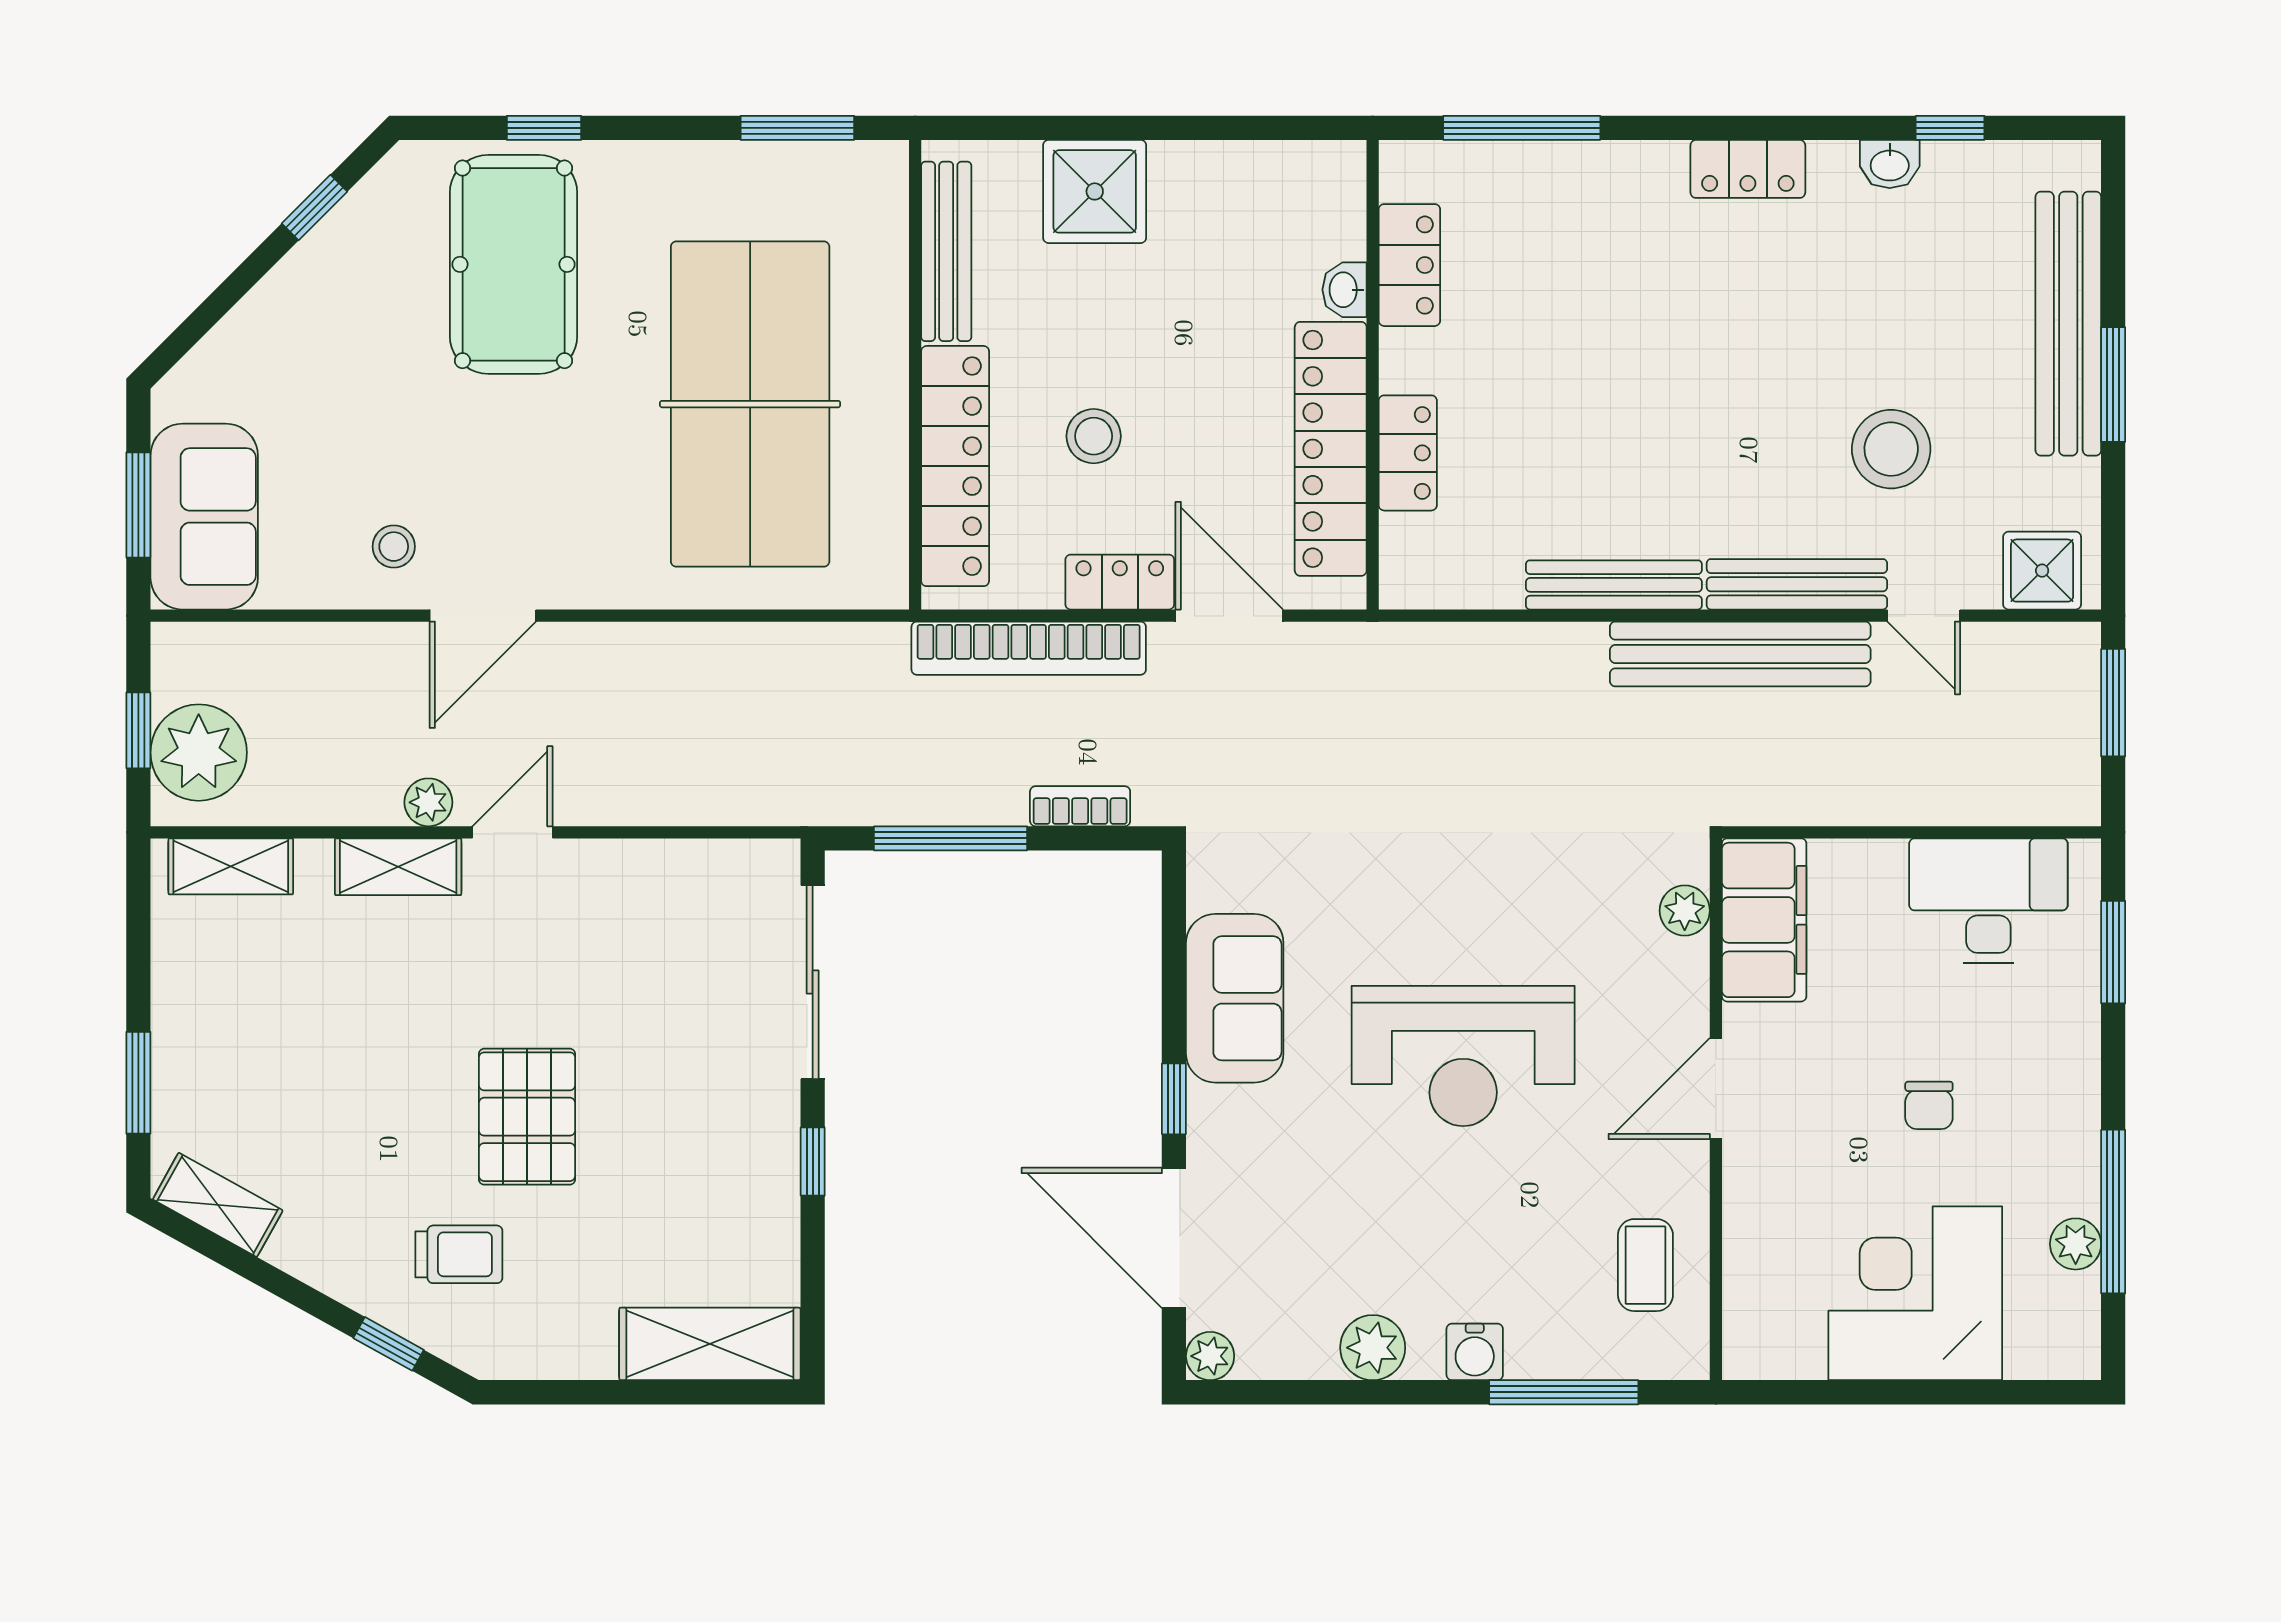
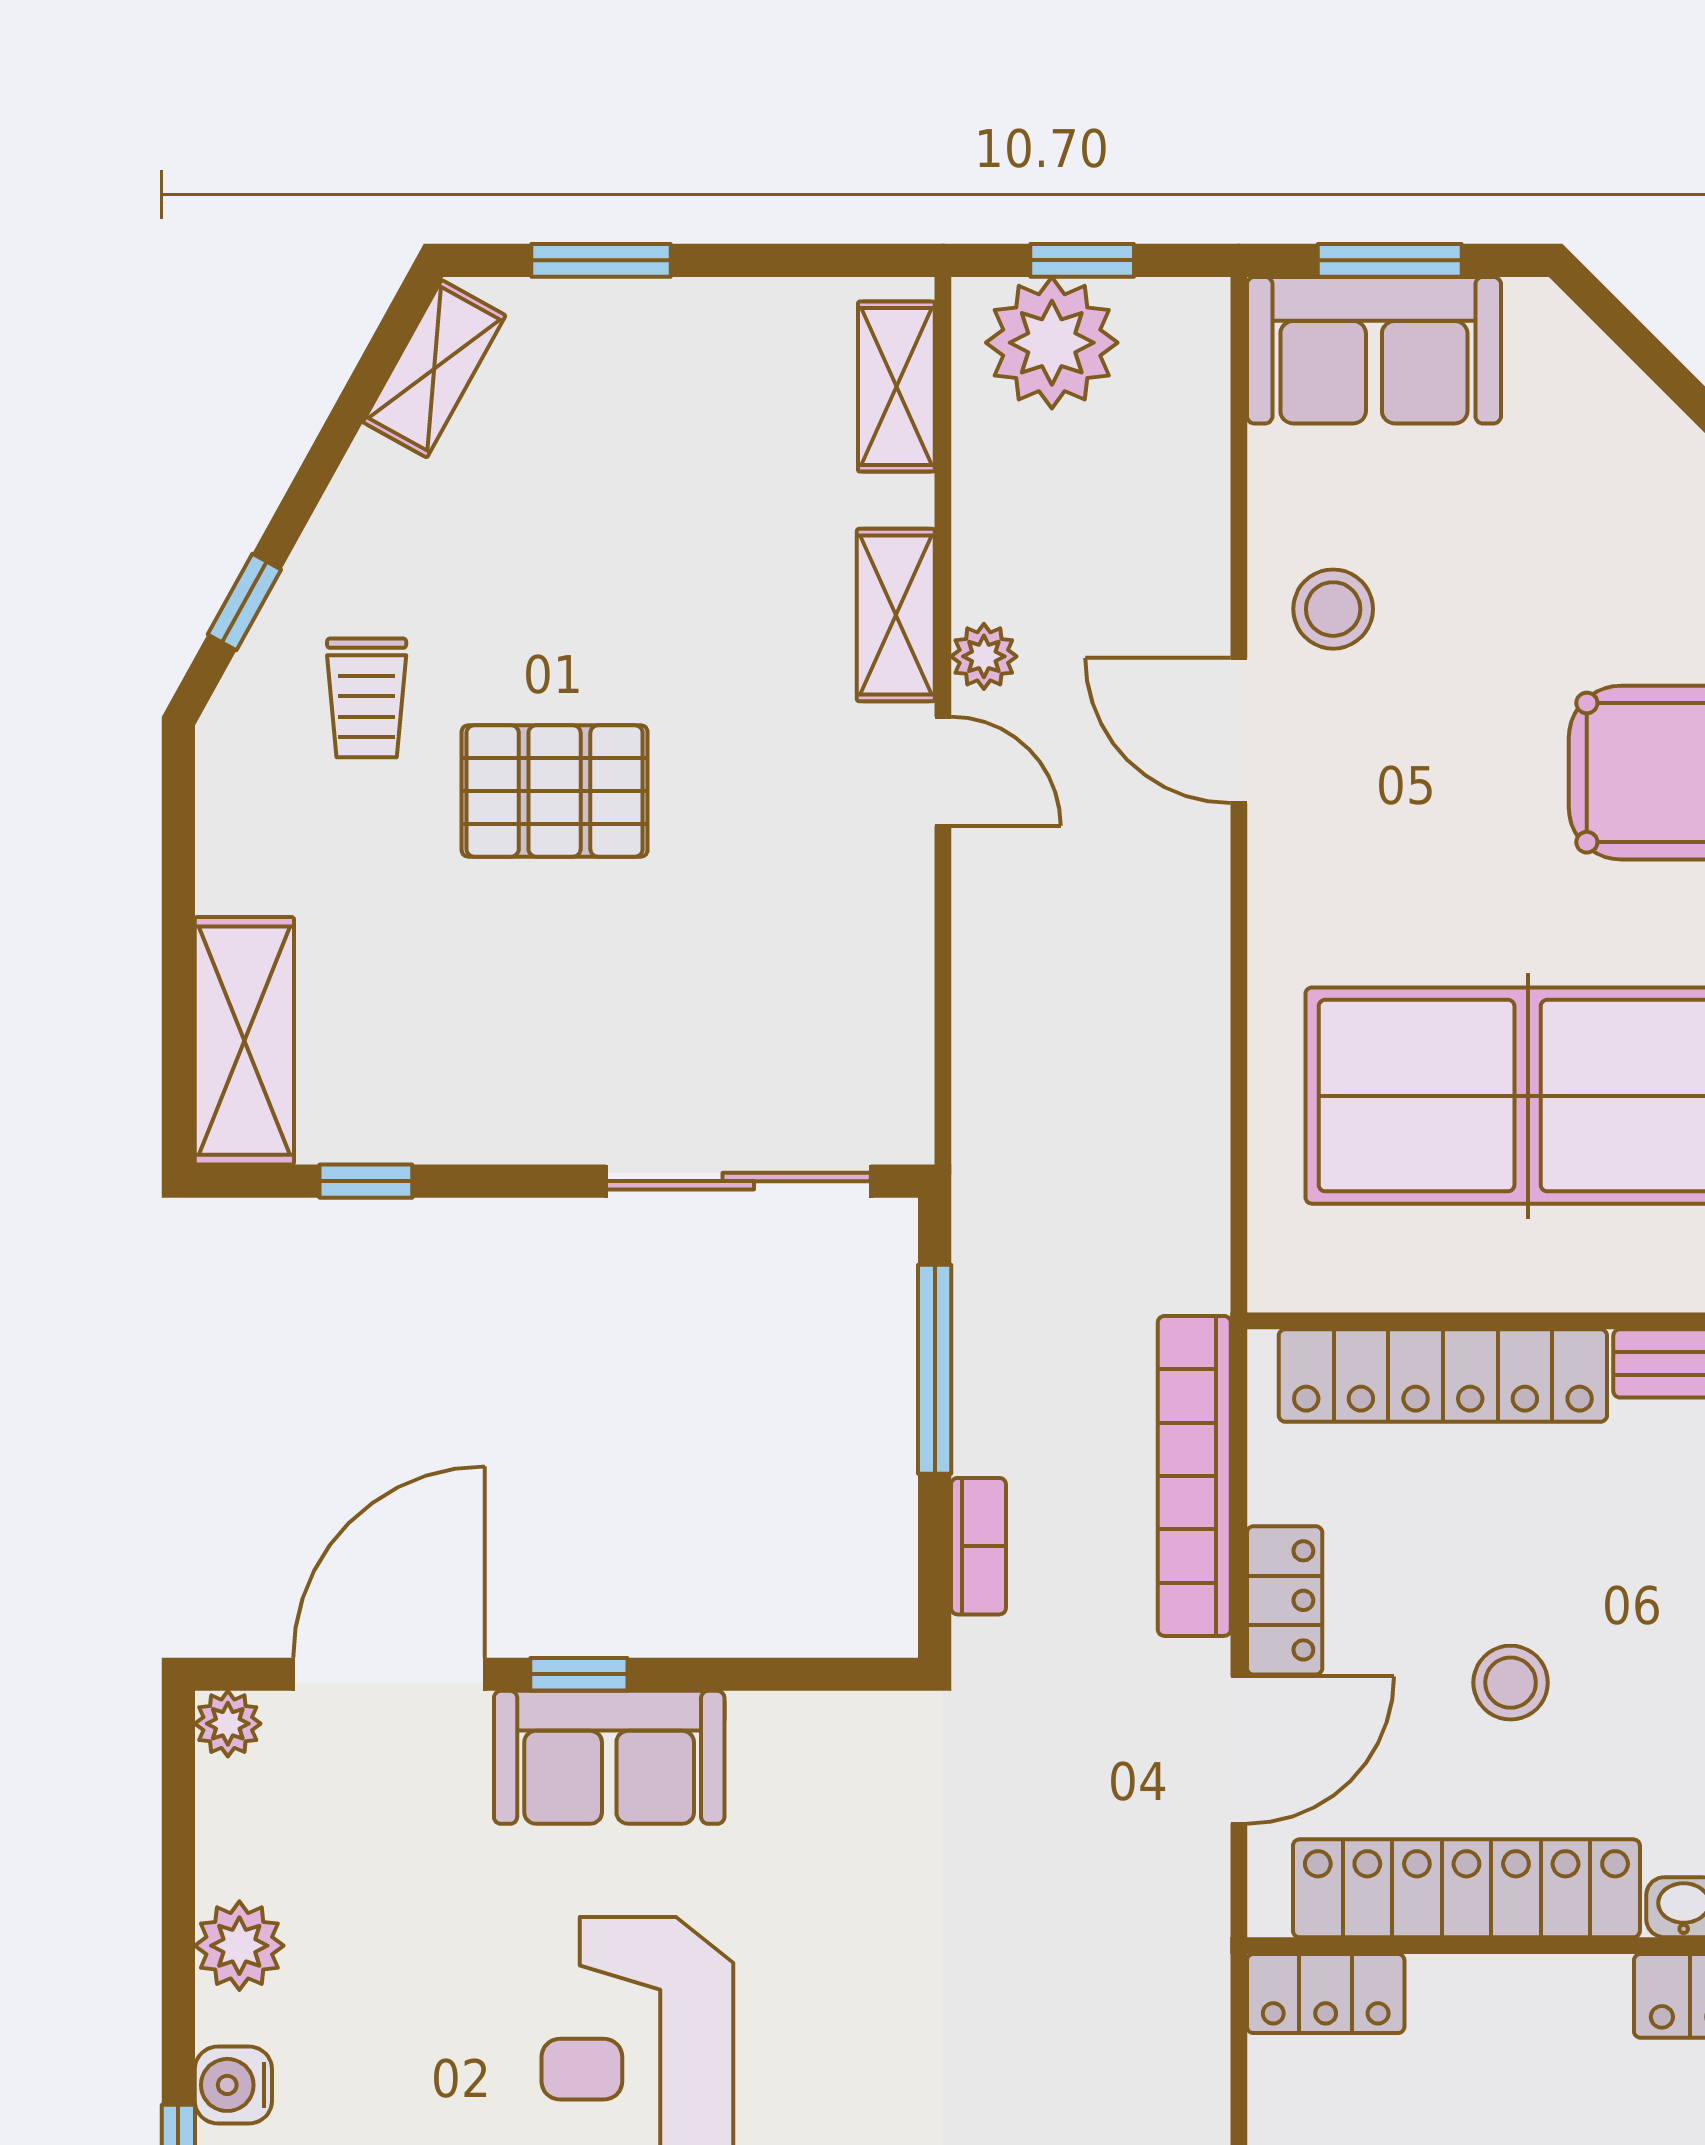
stool: (1094, 436) -> (1511, 1683), moved
locker: (1408, 453) -> (1326, 1994), moved
stool: (394, 547) -> (1333, 609), width x1.37, depth x1.37
sofa: (1235, 998) -> (609, 1757), moved
window: (813, 1162) -> (366, 1181), moved

